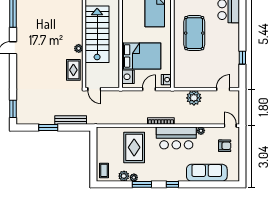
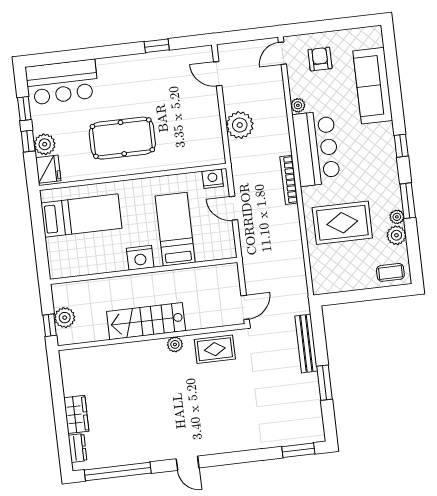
stairs: (97, 34) -> (146, 321), width x0.73, depth x0.66
bed: (141, 56) -> (175, 229), width x0.67
nightstand: (128, 77) -> (140, 258), moved

